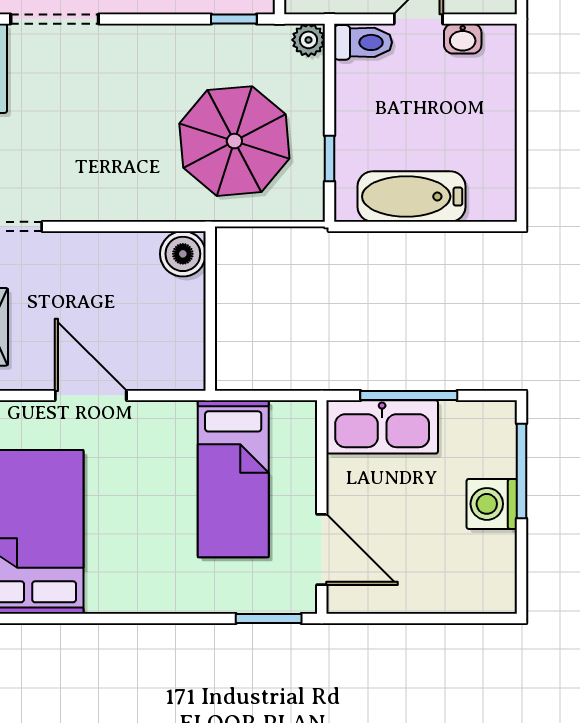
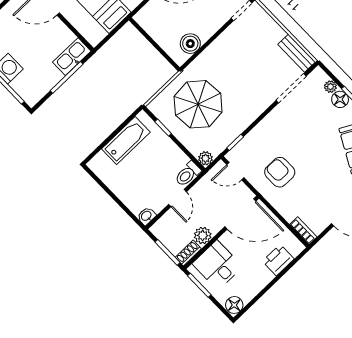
washbasin: (463, 39) -> (146, 216), moved
boiler: (183, 254) -> (190, 44), moved
kitchen sink: (382, 427) -> (72, 57), width x0.73, depth x0.81

